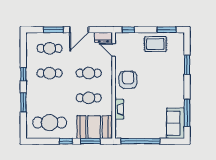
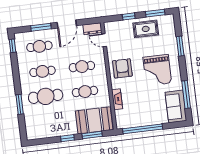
window: (128, 30) -> (129, 16), moved
window: (23, 74) -> (12, 46), moved
grand piano: (162, 86) -> (157, 70), added
cafe table: (50, 123) -> (46, 96), moved

